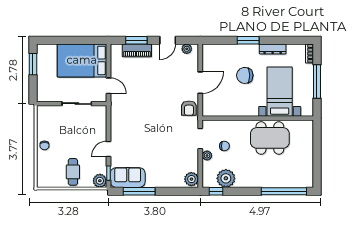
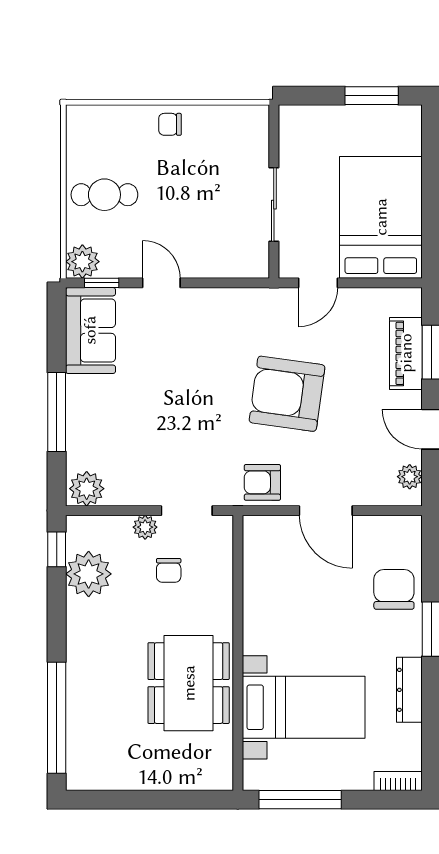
chair: (245, 75) -> (394, 589), moved
window: (317, 82) -> (300, 800), moved
armchair: (153, 98) -> (287, 394), added
window: (139, 191) -> (57, 412), moved

